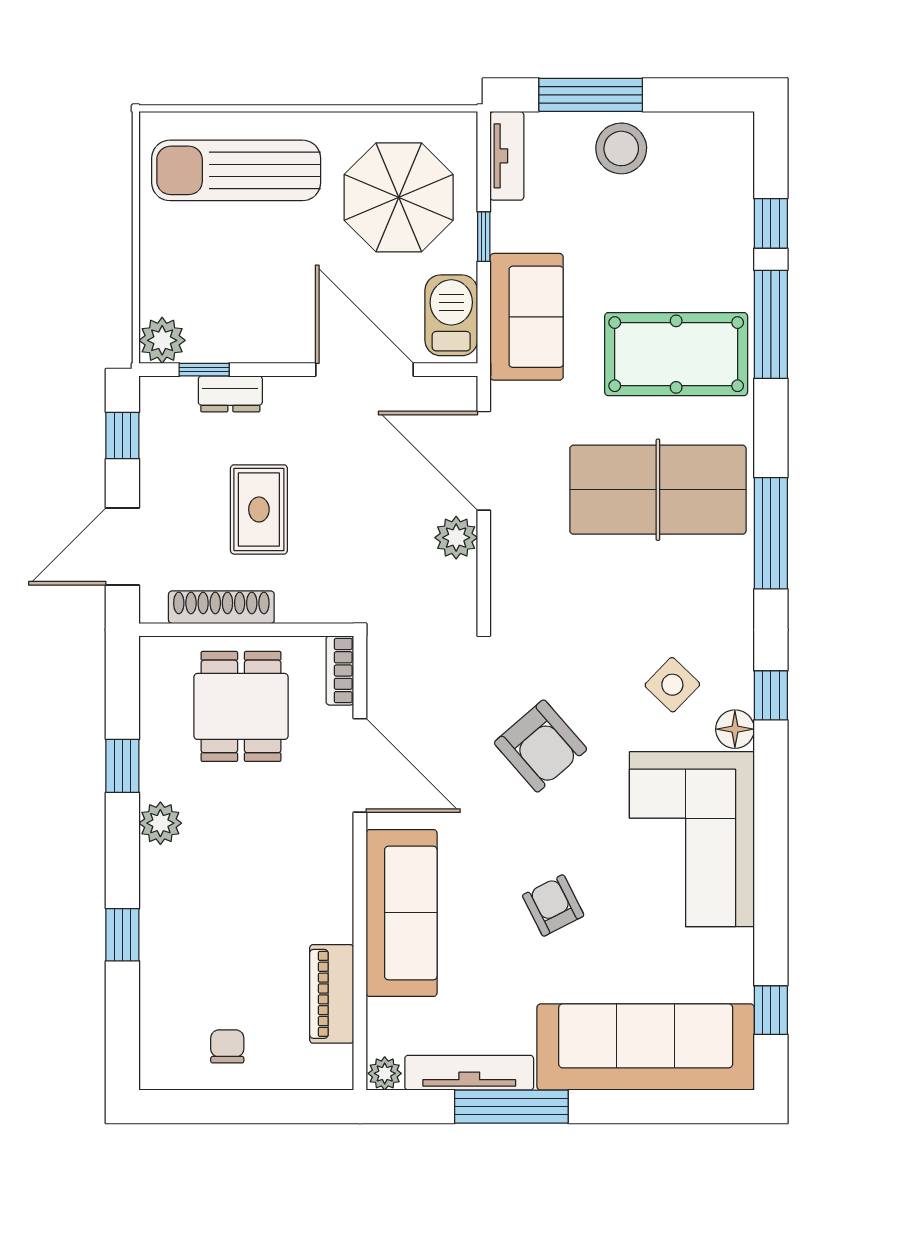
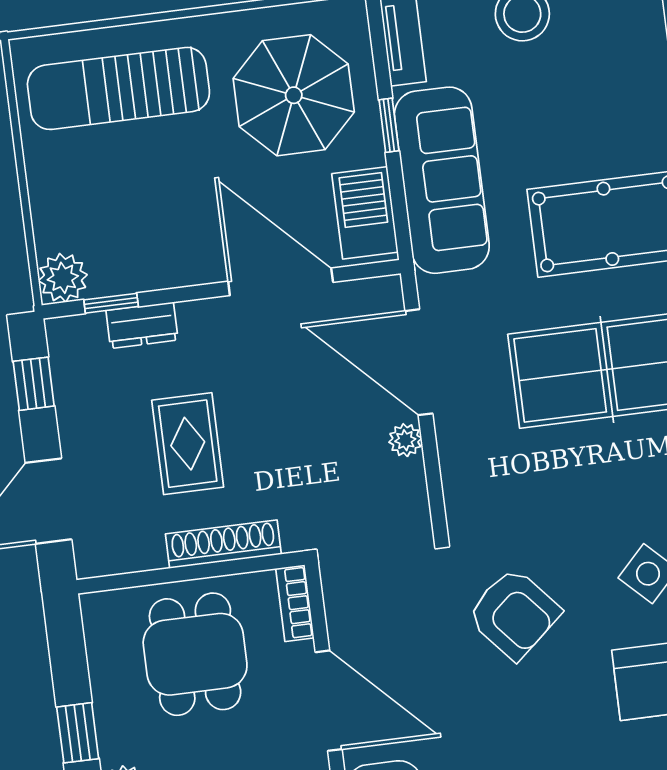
sofa: (527, 317) -> (442, 180), width x1.36
plant: (456, 538) -> (405, 440), width x0.73, depth x0.73
shoe rack: (221, 607) -> (223, 544), moved
armchair: (541, 746) -> (514, 614), moved

